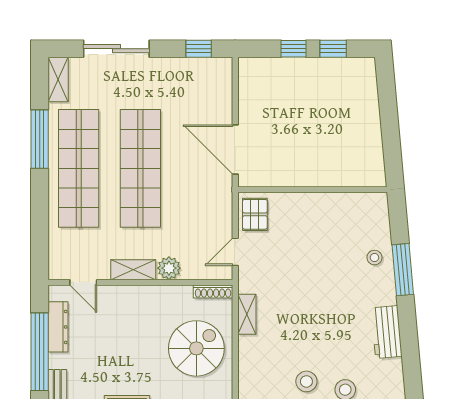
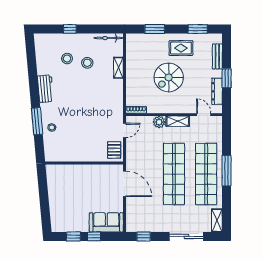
sofa: (270, 76) -> (106, 222), added
window: (40, 139) -> (227, 171), moved
shelving: (247, 314) -> (118, 68), moved
spiral stairs: (196, 348) -> (169, 77), moved
window: (40, 352) -> (227, 78), width x0.47

